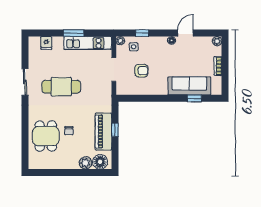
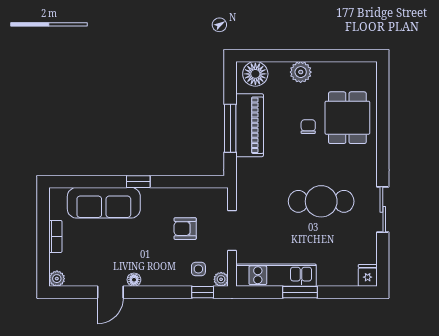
window: (142, 33) -> (203, 292), moved
fridge: (46, 43) -> (368, 275), moved
window: (194, 98) -> (138, 182), moved
window: (115, 130) -> (230, 128), width x2.17
plant: (86, 163) -> (301, 72), moved

